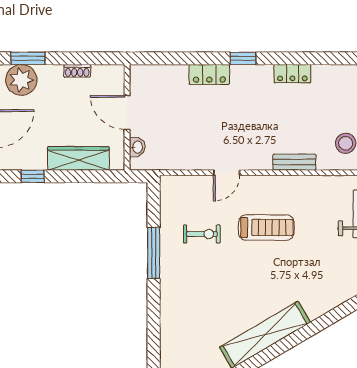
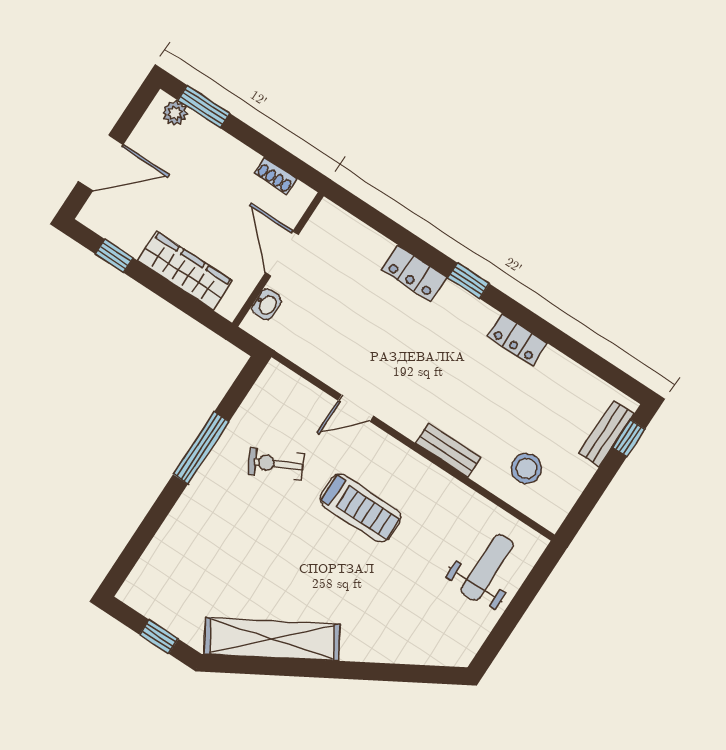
shoe rack: (77, 71) -> (276, 176), moved
plant: (21, 80) -> (175, 113), width x0.53, depth x0.53
exercise bike: (202, 234) -> (276, 464), turned 153

